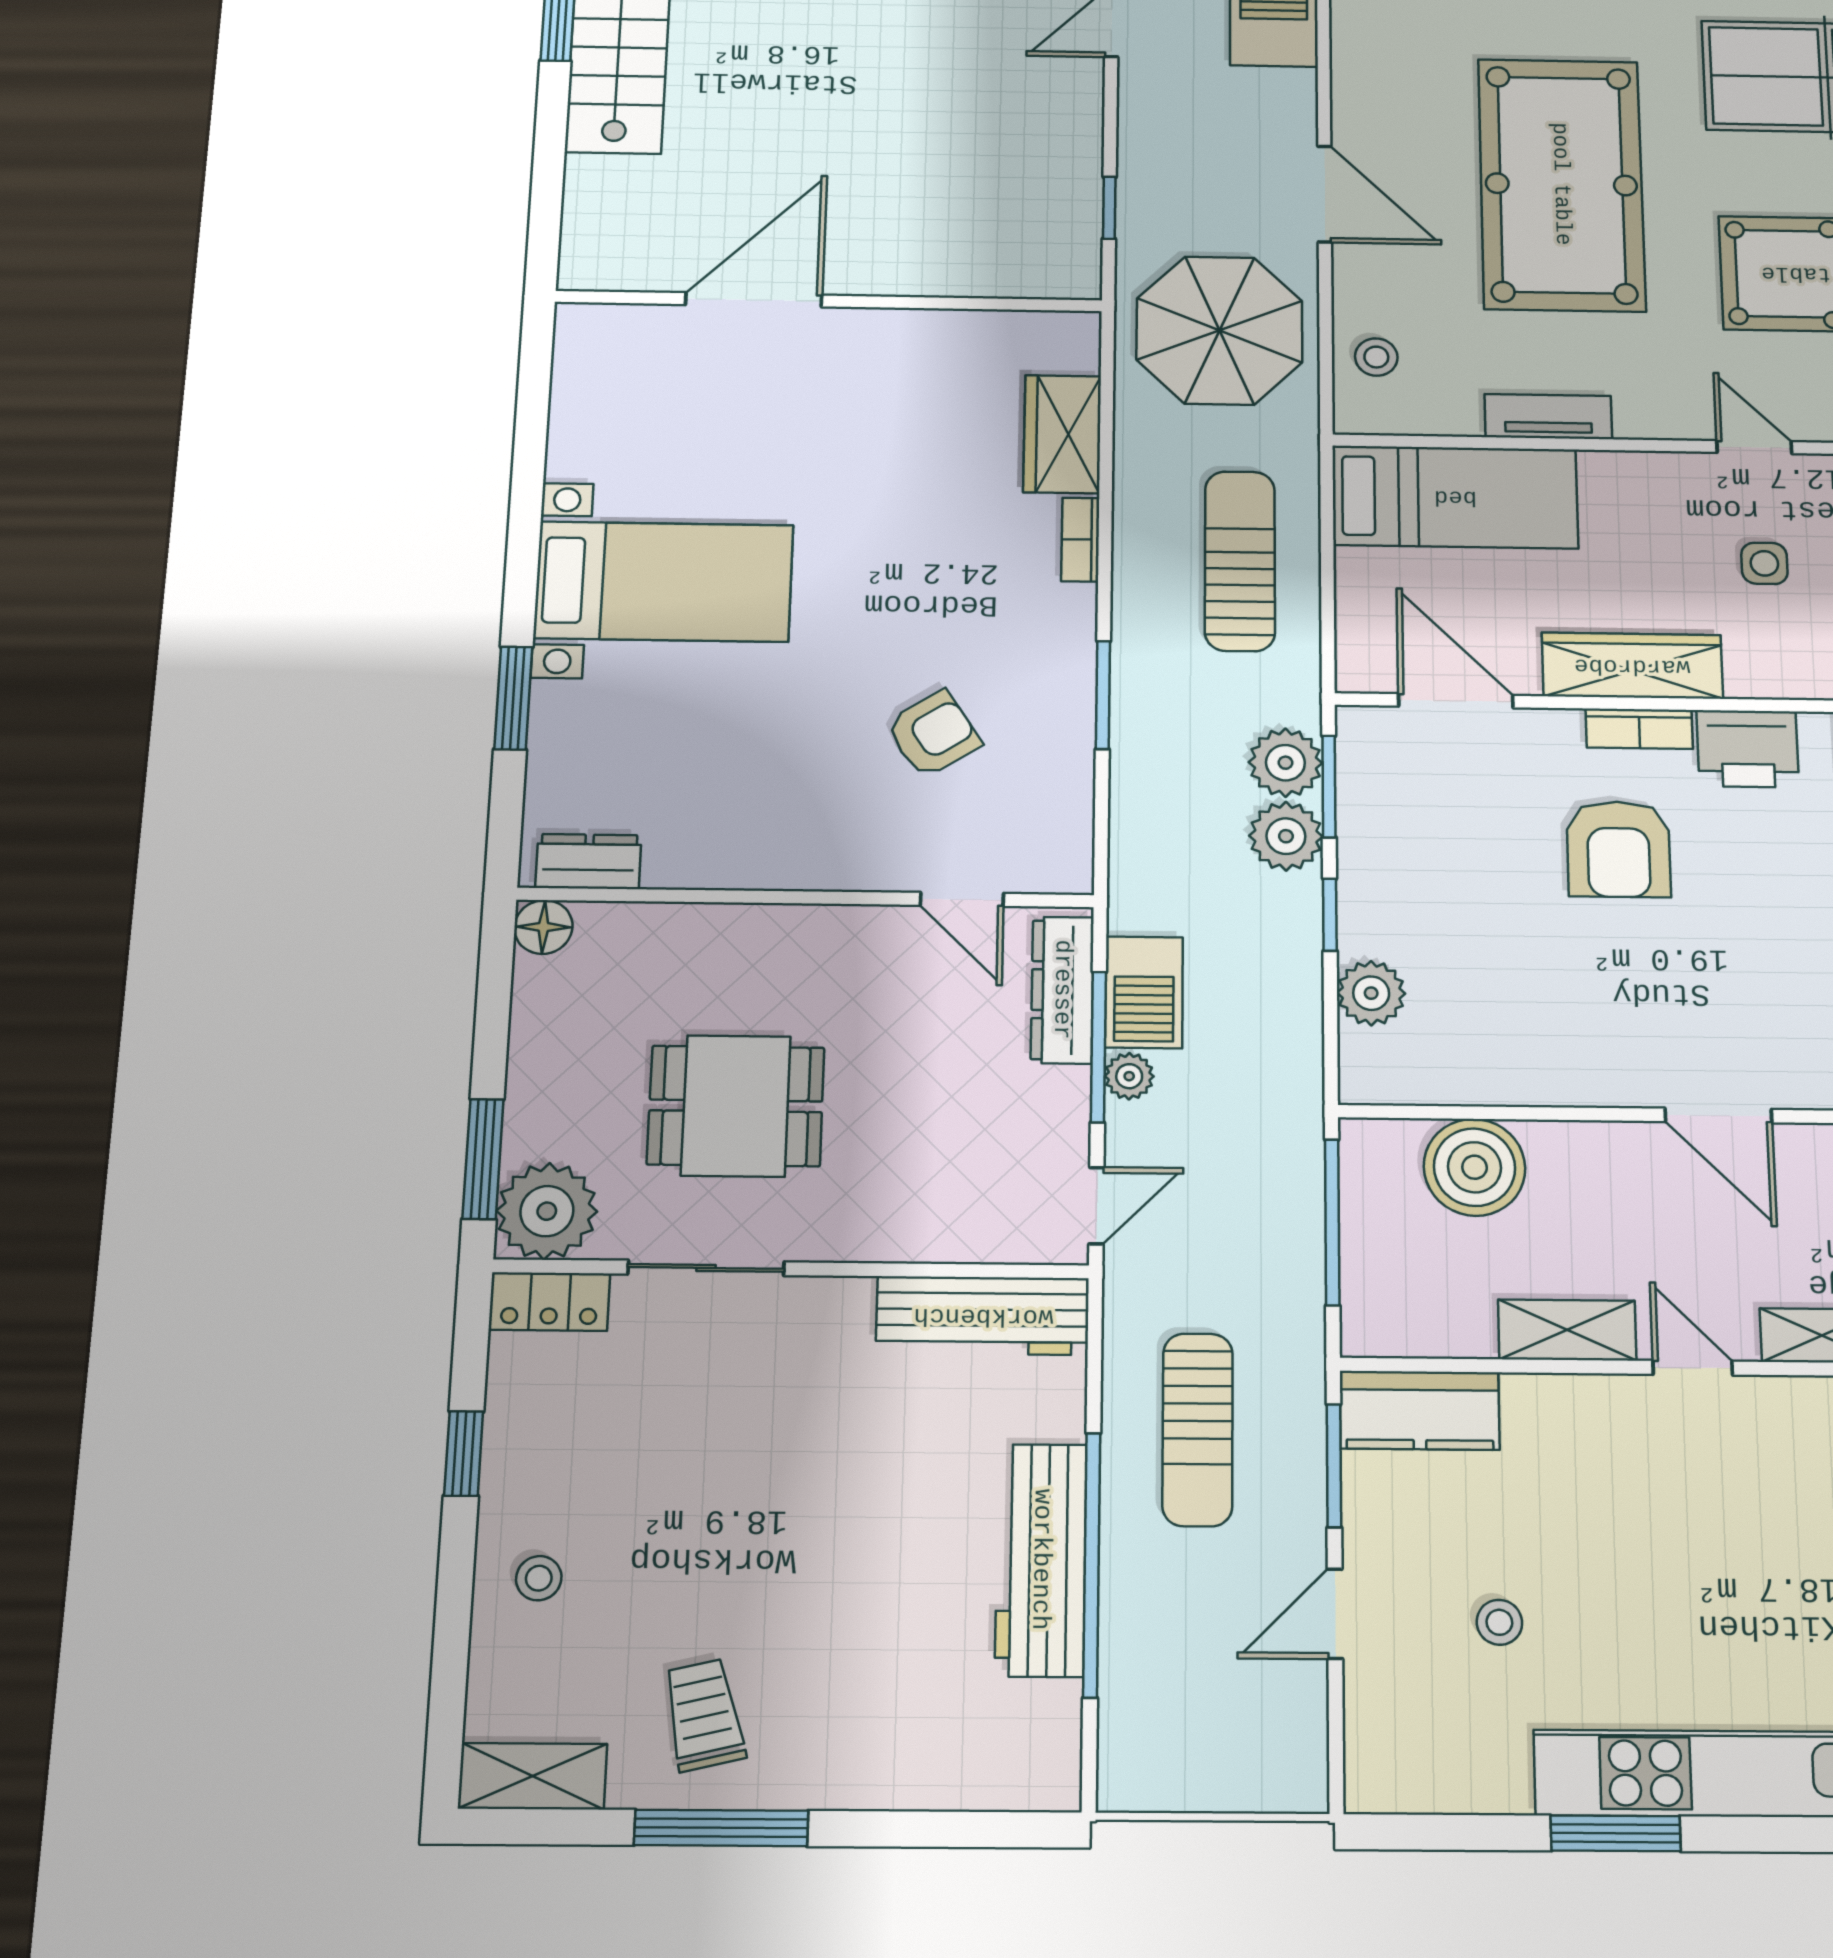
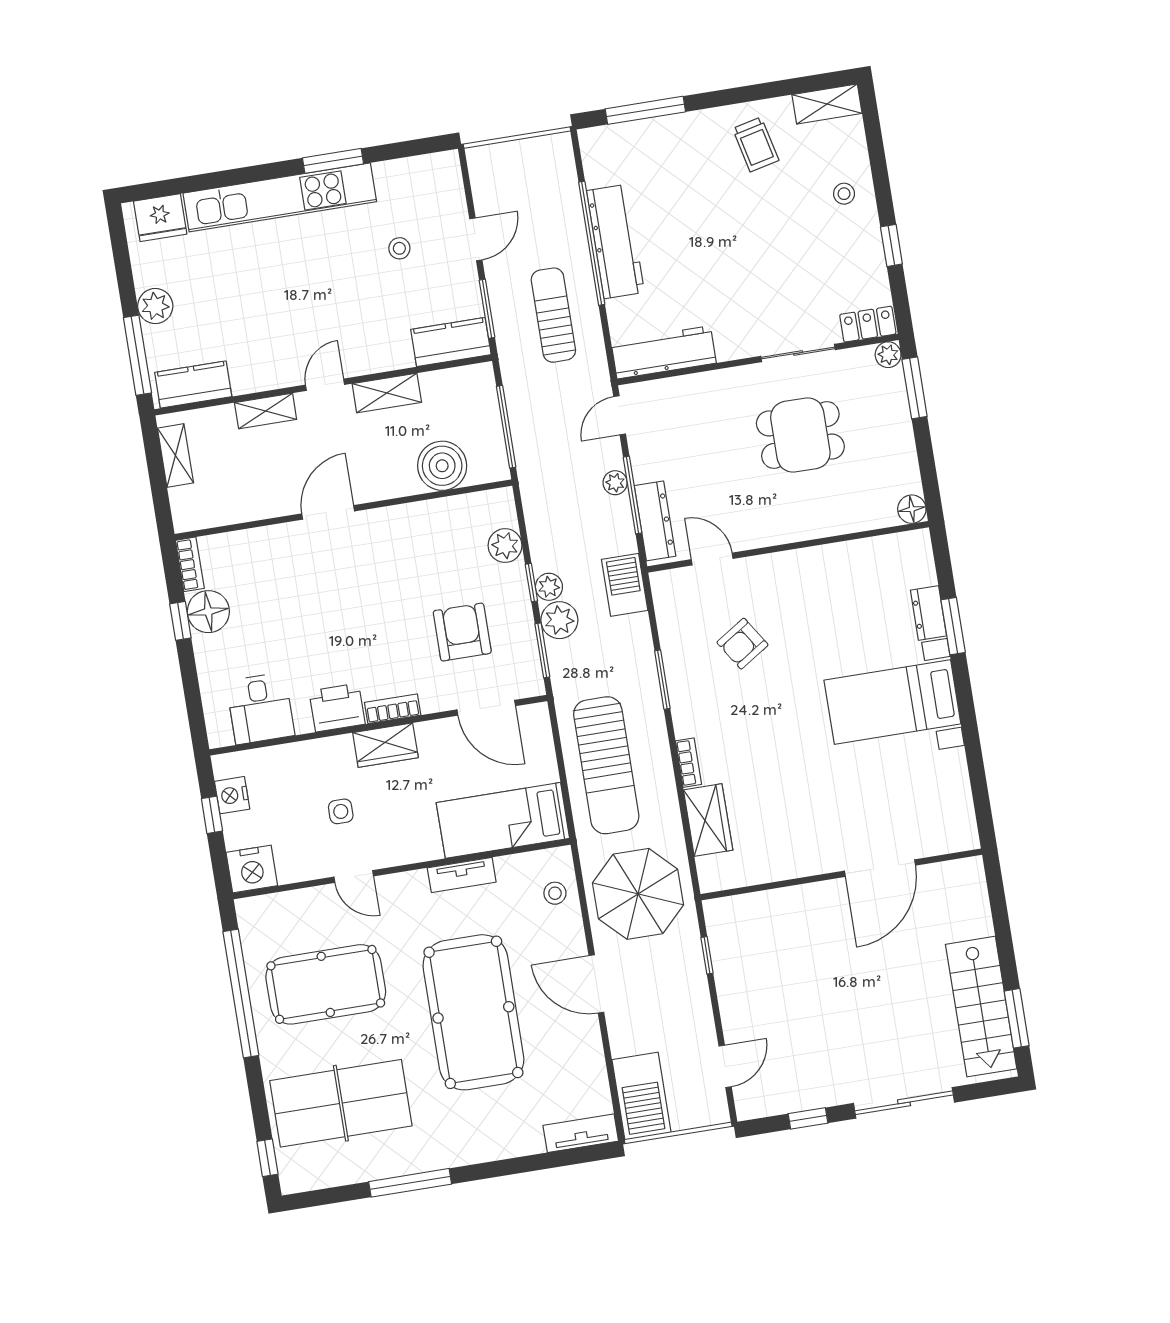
sun lounger: (1240, 561) -> (606, 765), width x1.36, depth x1.34
wardrobe: (1632, 666) -> (385, 745), width x0.67
plant: (1285, 763) -> (549, 587), moved, width x0.73, depth x0.73
armchair: (1619, 849) -> (462, 632), moved
dresser: (588, 861) -> (928, 613), moved, turned 90
barbecue: (1144, 992) -> (625, 585), moved
door: (1718, 1115) -> (328, 512), hinge flipped
plant: (547, 1211) -> (888, 355), width x0.53, depth x0.53
door: (1693, 1368) -> (325, 385), swing flipped
window: (721, 1828) -> (645, 110), moved

